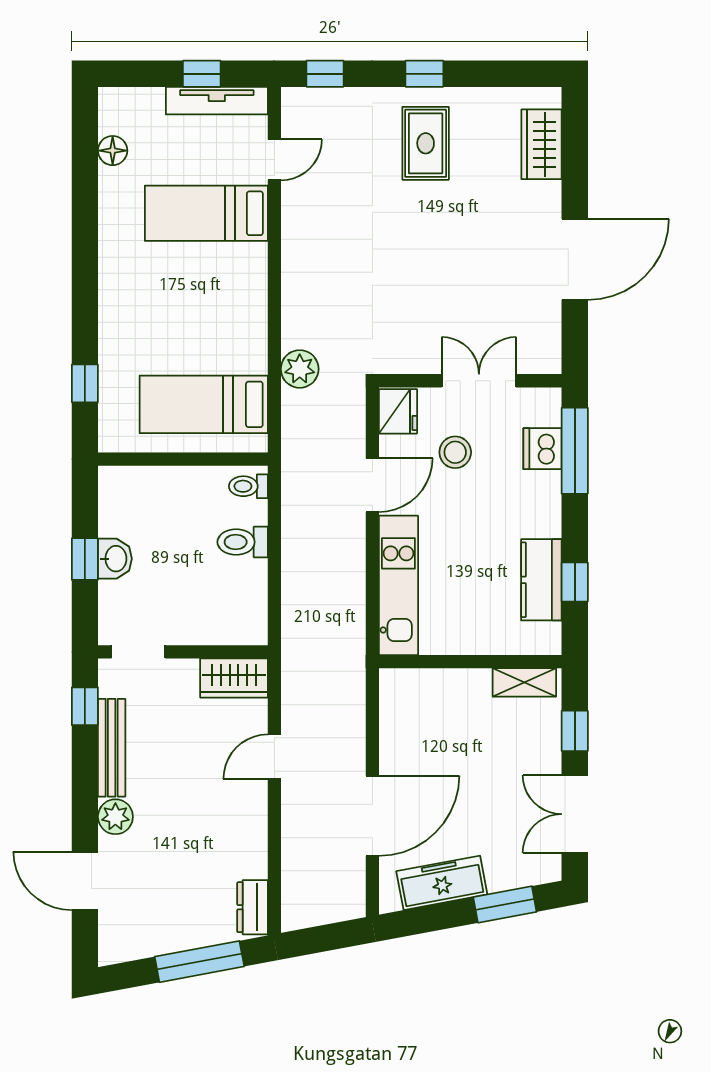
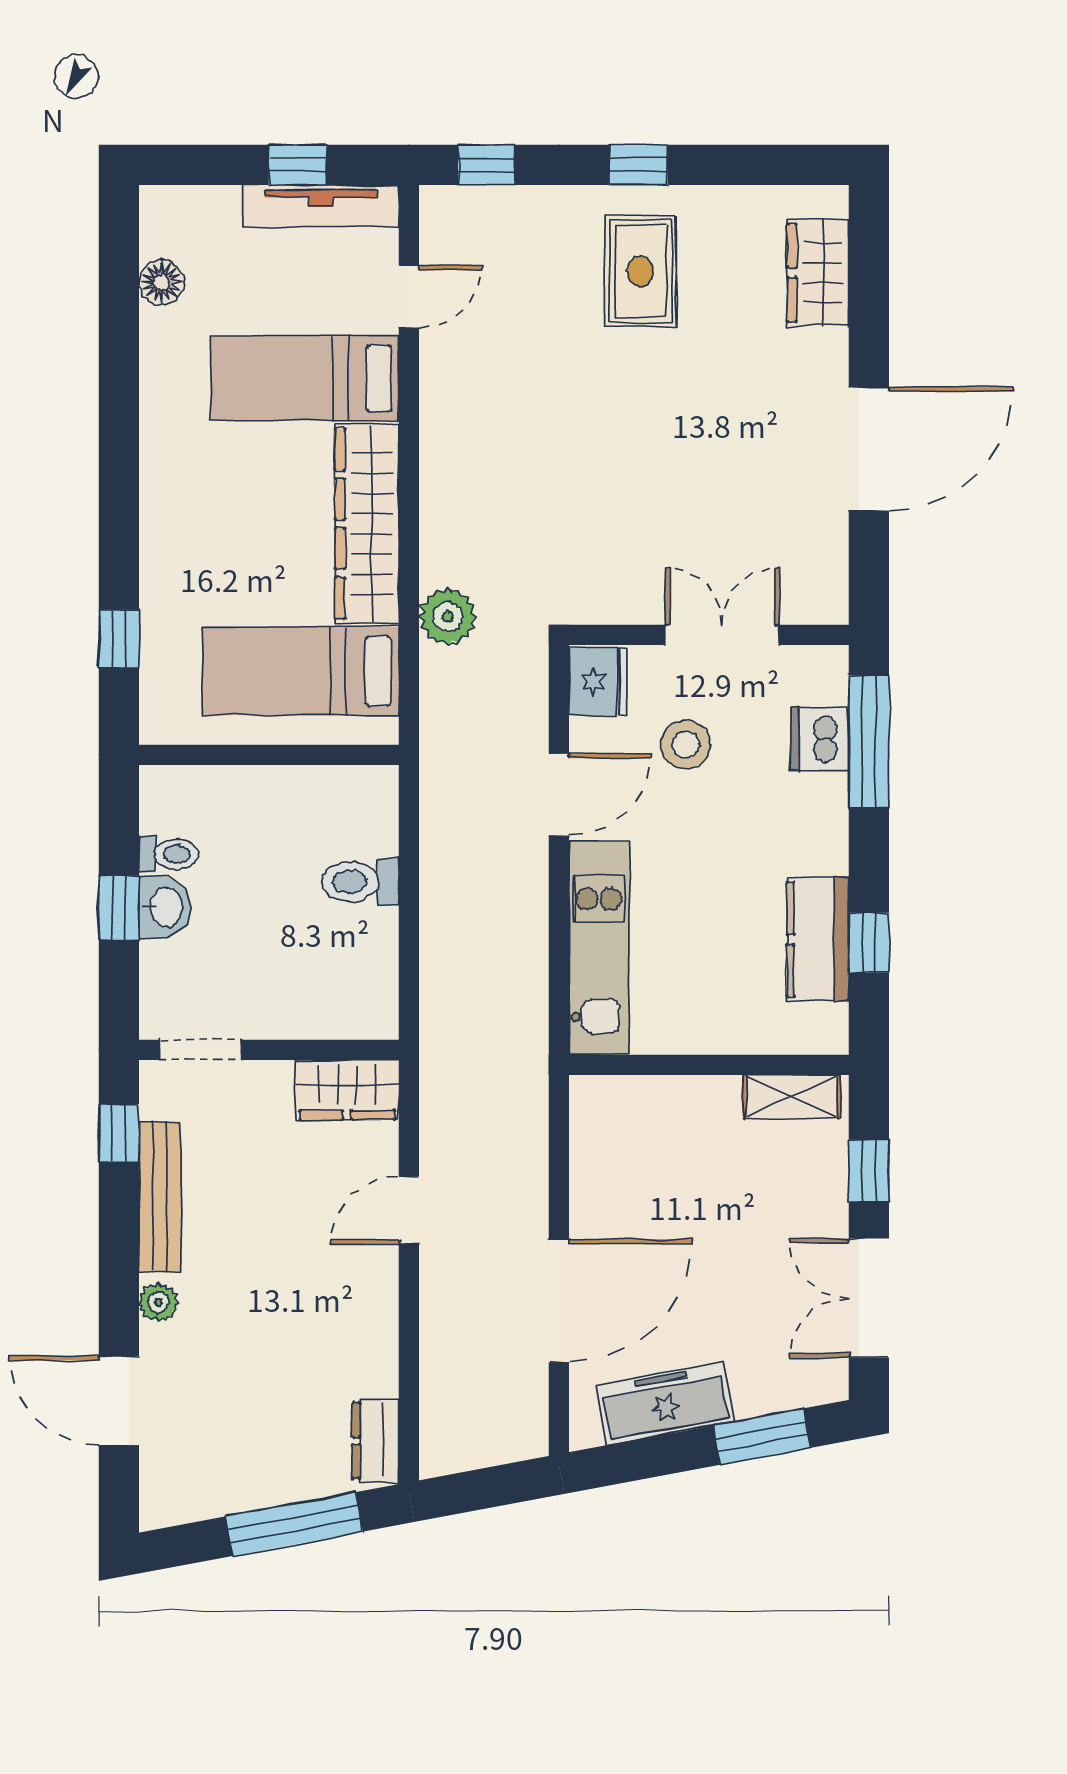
wardrobe: (247, 308) -> (367, 524), added
toilet: (248, 486) -> (169, 854), moved, turned 180
plant: (115, 817) -> (158, 1302), width x0.73, depth x0.73

